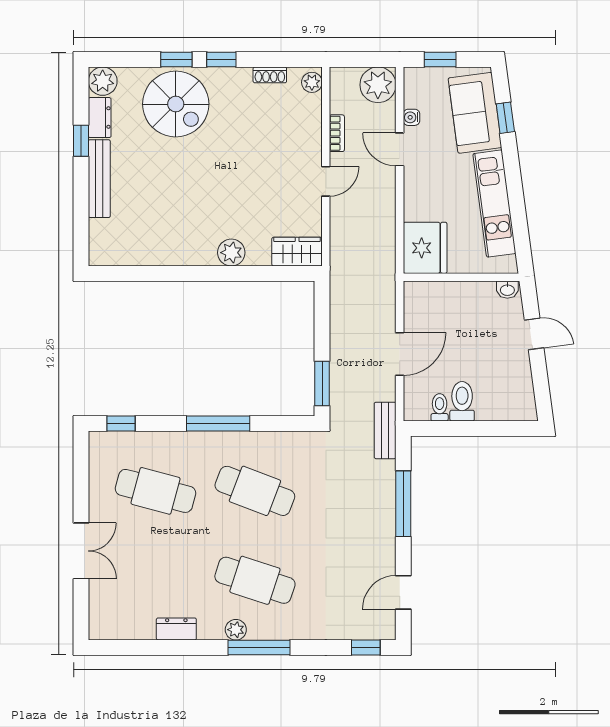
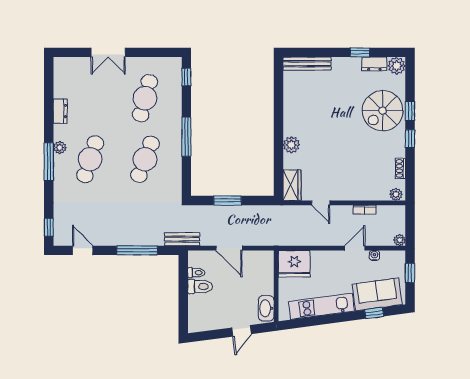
plant: (378, 85) -> (400, 240), width x0.53, depth x0.53
bench: (99, 179) -> (307, 64), moved
door: (326, 181) -> (321, 203), moved
washbasin: (507, 290) -> (266, 308), width x1.91, depth x1.45
window: (322, 383) -> (227, 201), moved

